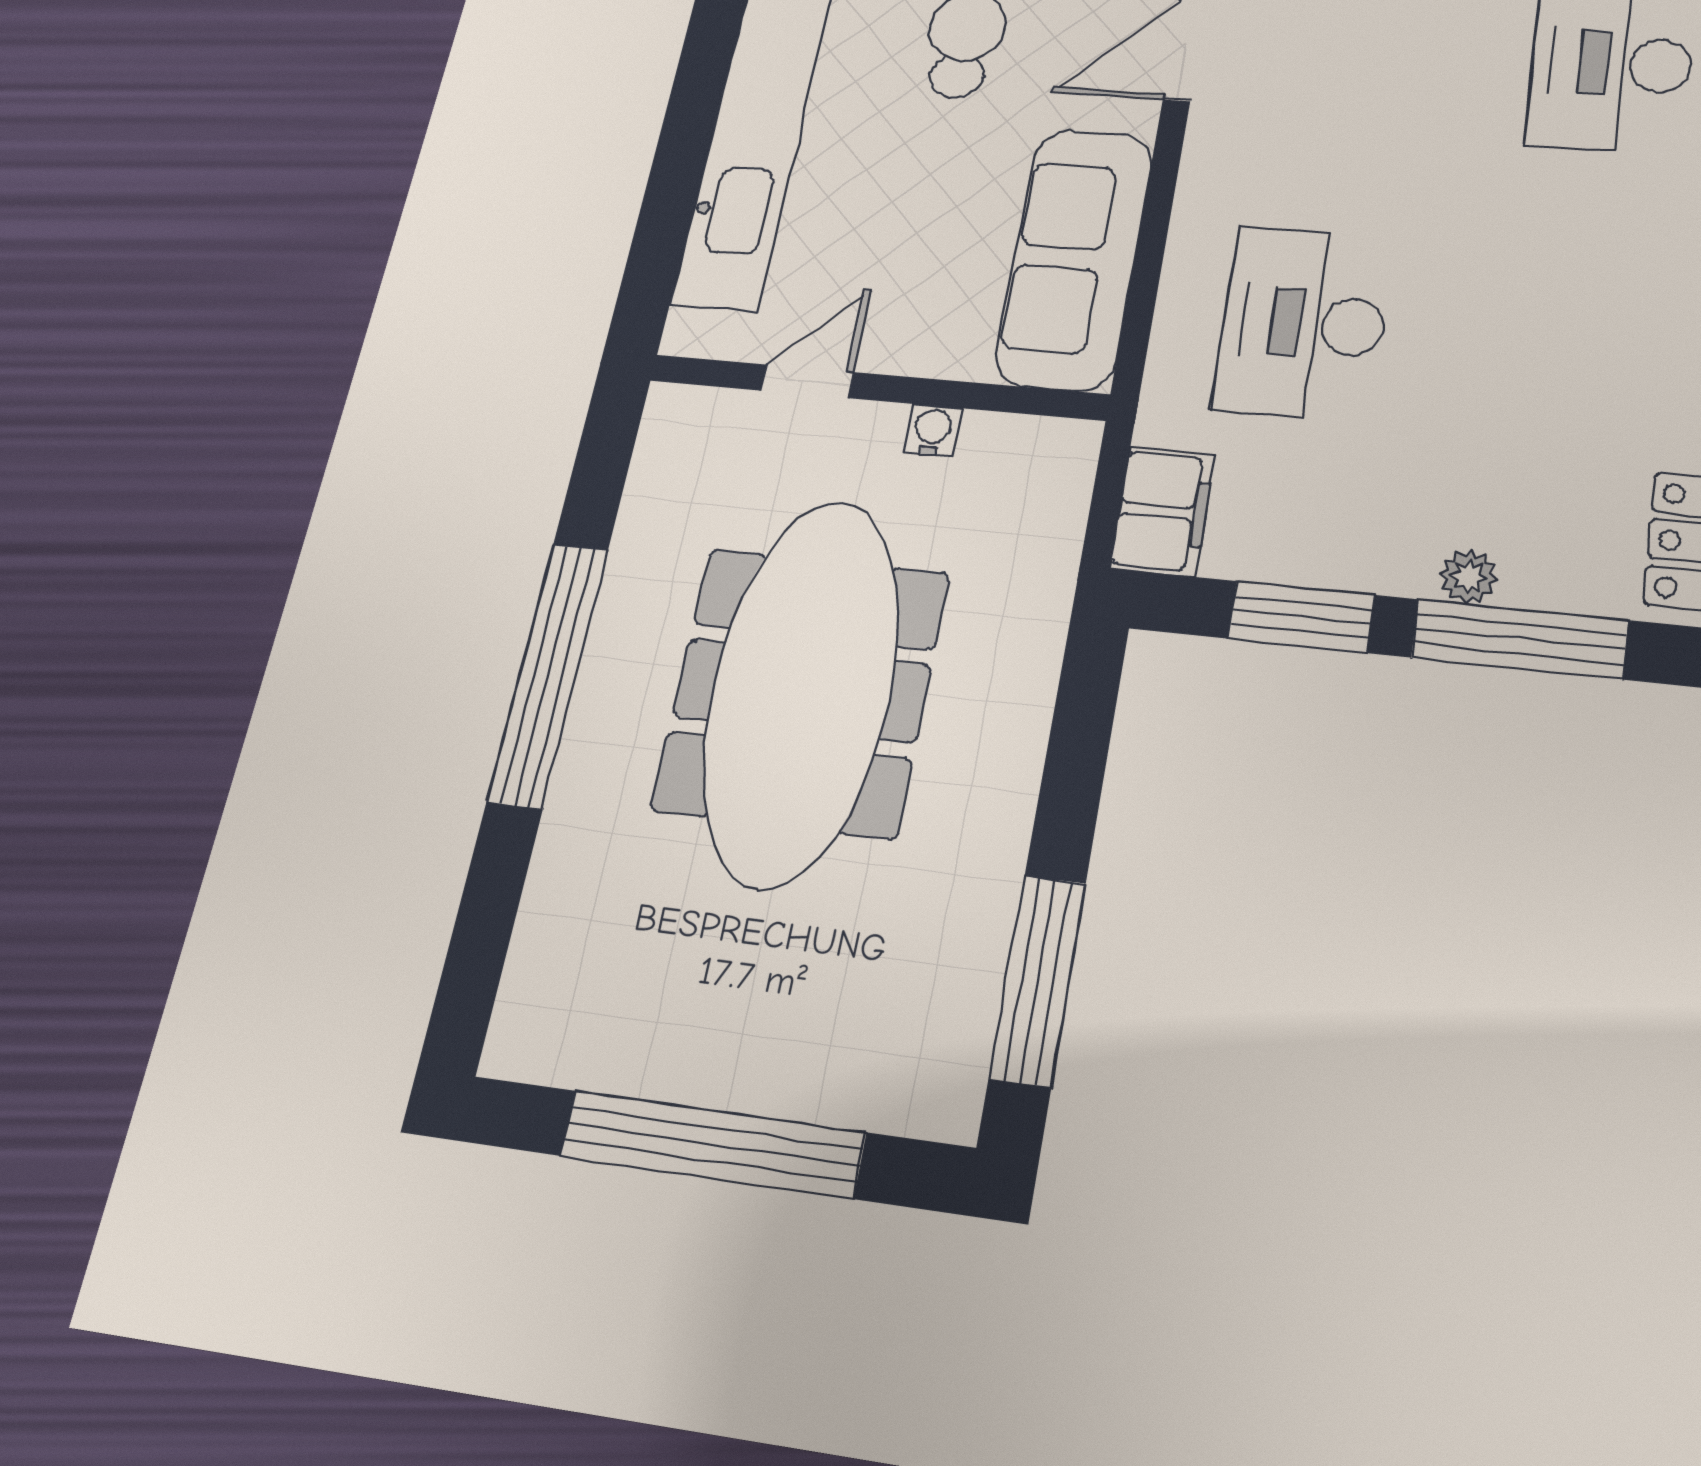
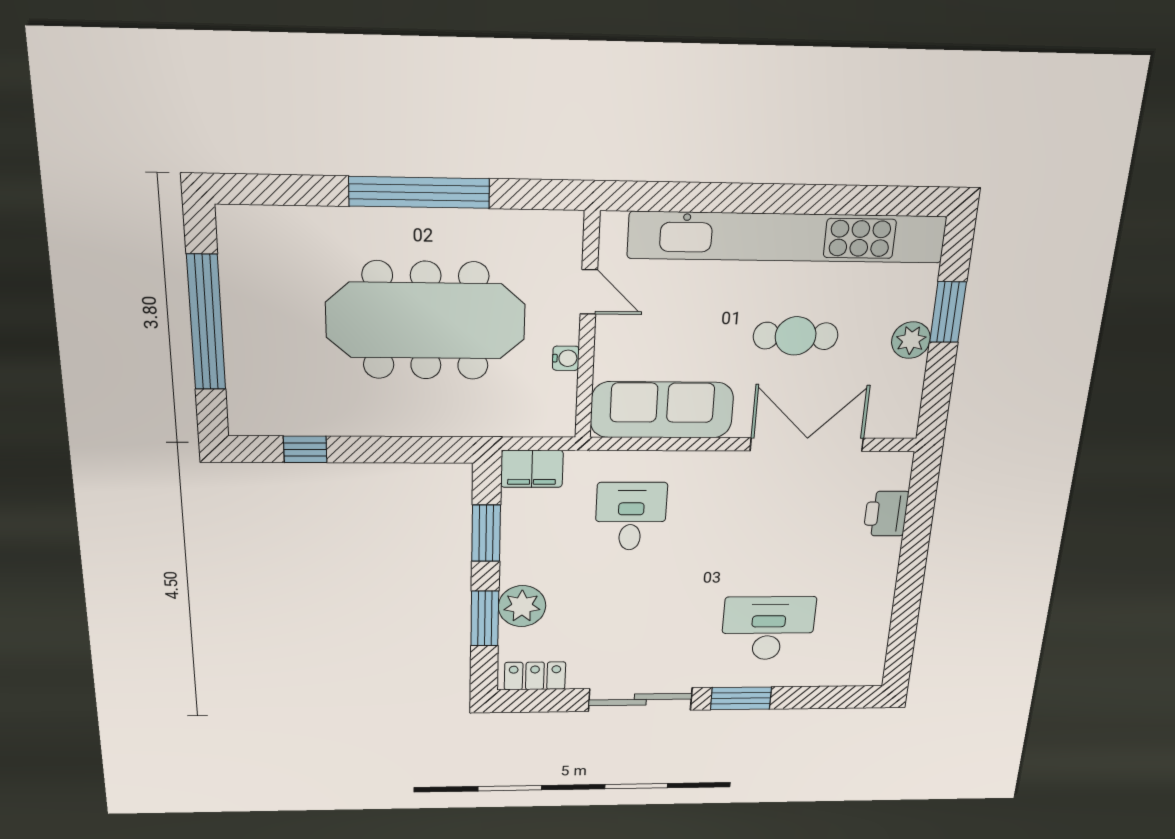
desk: (1303, 323) -> (631, 516), width x0.73
plant: (1469, 577) -> (522, 606), width x1.88, depth x1.88
window: (1519, 639) -> (485, 619), width x0.69
window: (1038, 981) -> (305, 449), width x0.46

